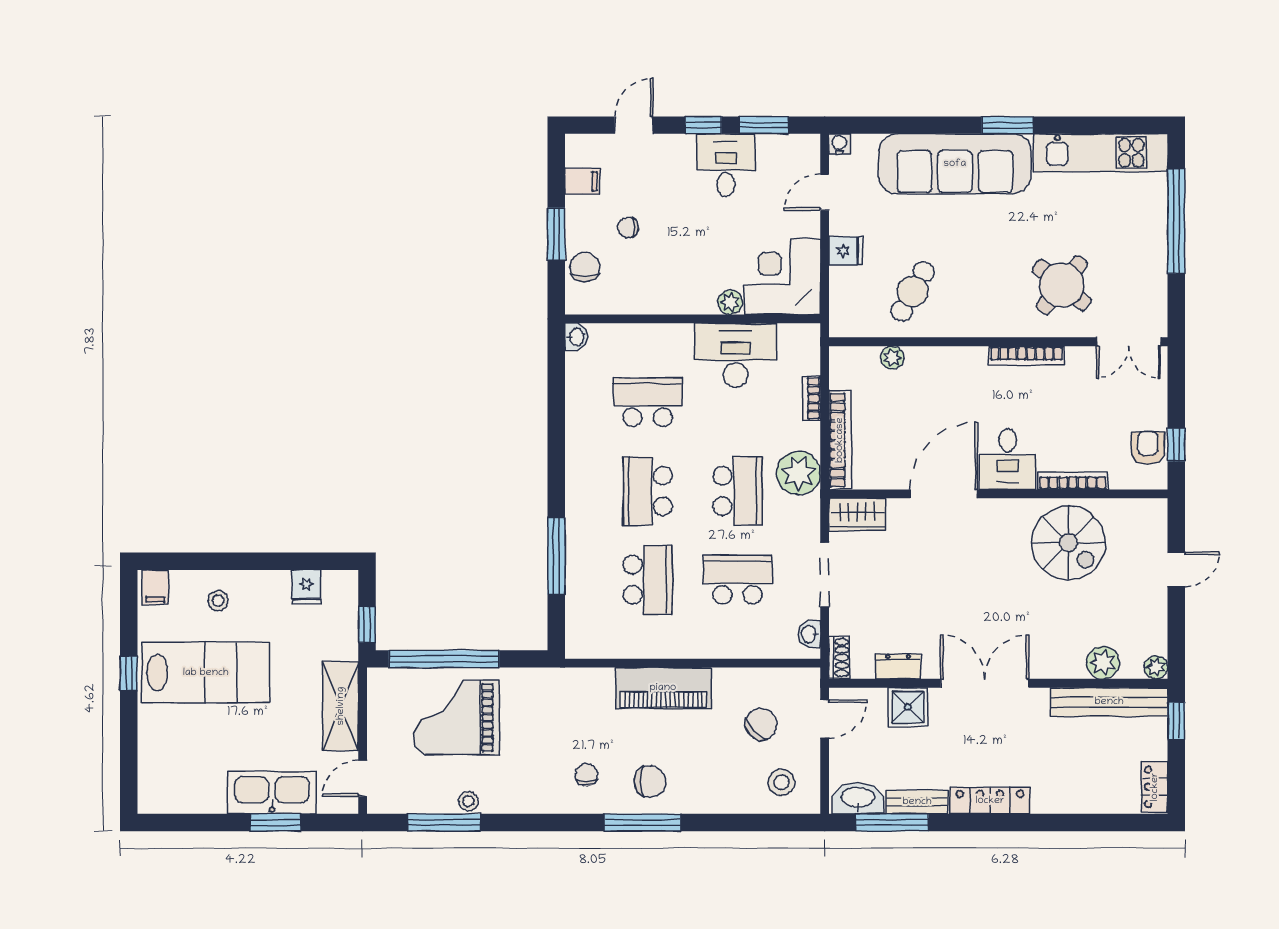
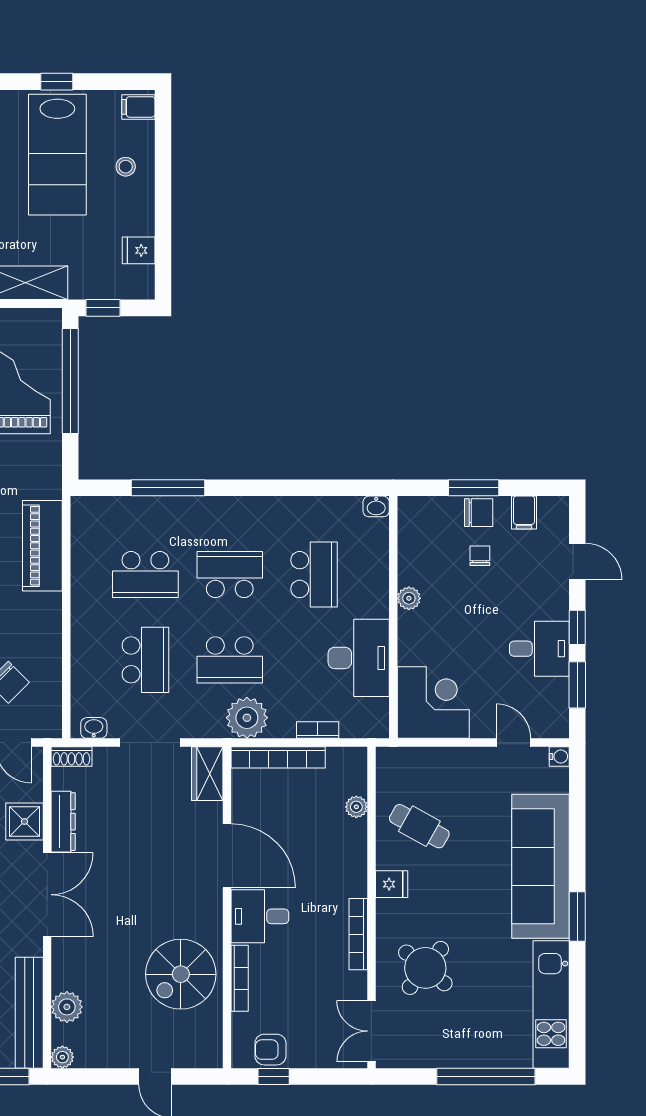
fridge: (846, 251) -> (392, 884), moved, turned -90
chair: (585, 267) -> (479, 513), moved
plant: (730, 302) -> (409, 598), moved
armchair: (1148, 448) -> (270, 1050), turned 180
dresser: (898, 666) -> (63, 822), width x1.44
piano: (663, 688) -> (42, 546), moved

